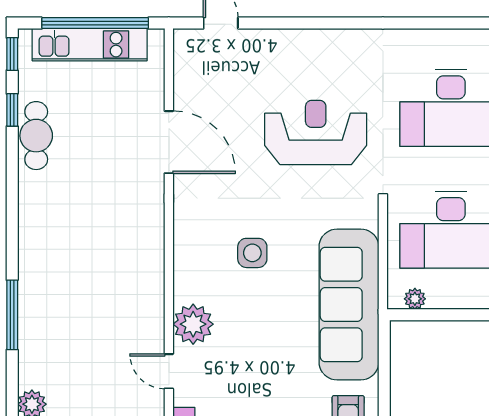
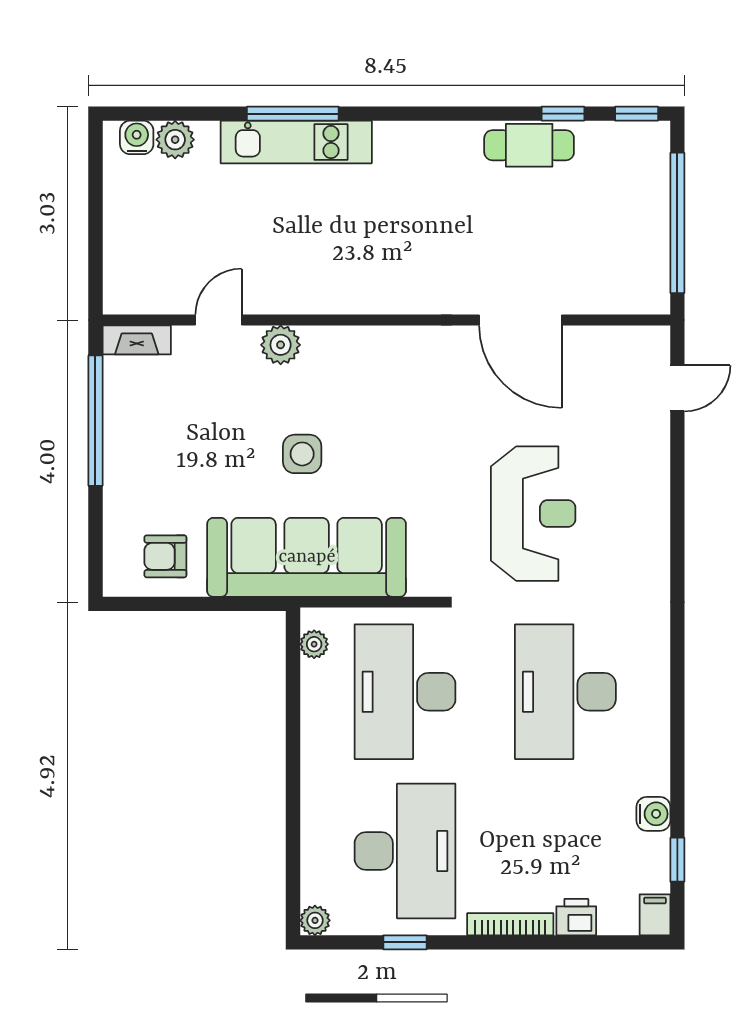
kitchen unit: (90, 45) -> (296, 142), moved, turned -90
door: (169, 142) -> (520, 320), hinge flipped
side table: (252, 253) -> (302, 454), moved
plant: (193, 324) -> (281, 345), width x0.73, depth x0.73

